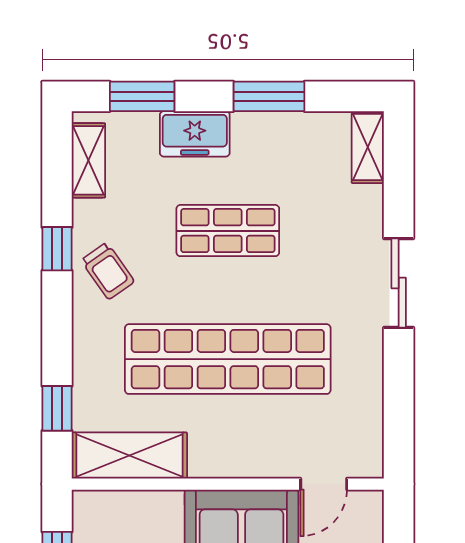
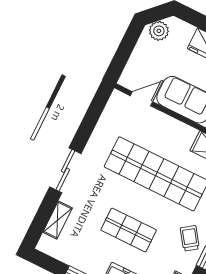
shelving: (368, 147) -> (58, 220), moved

